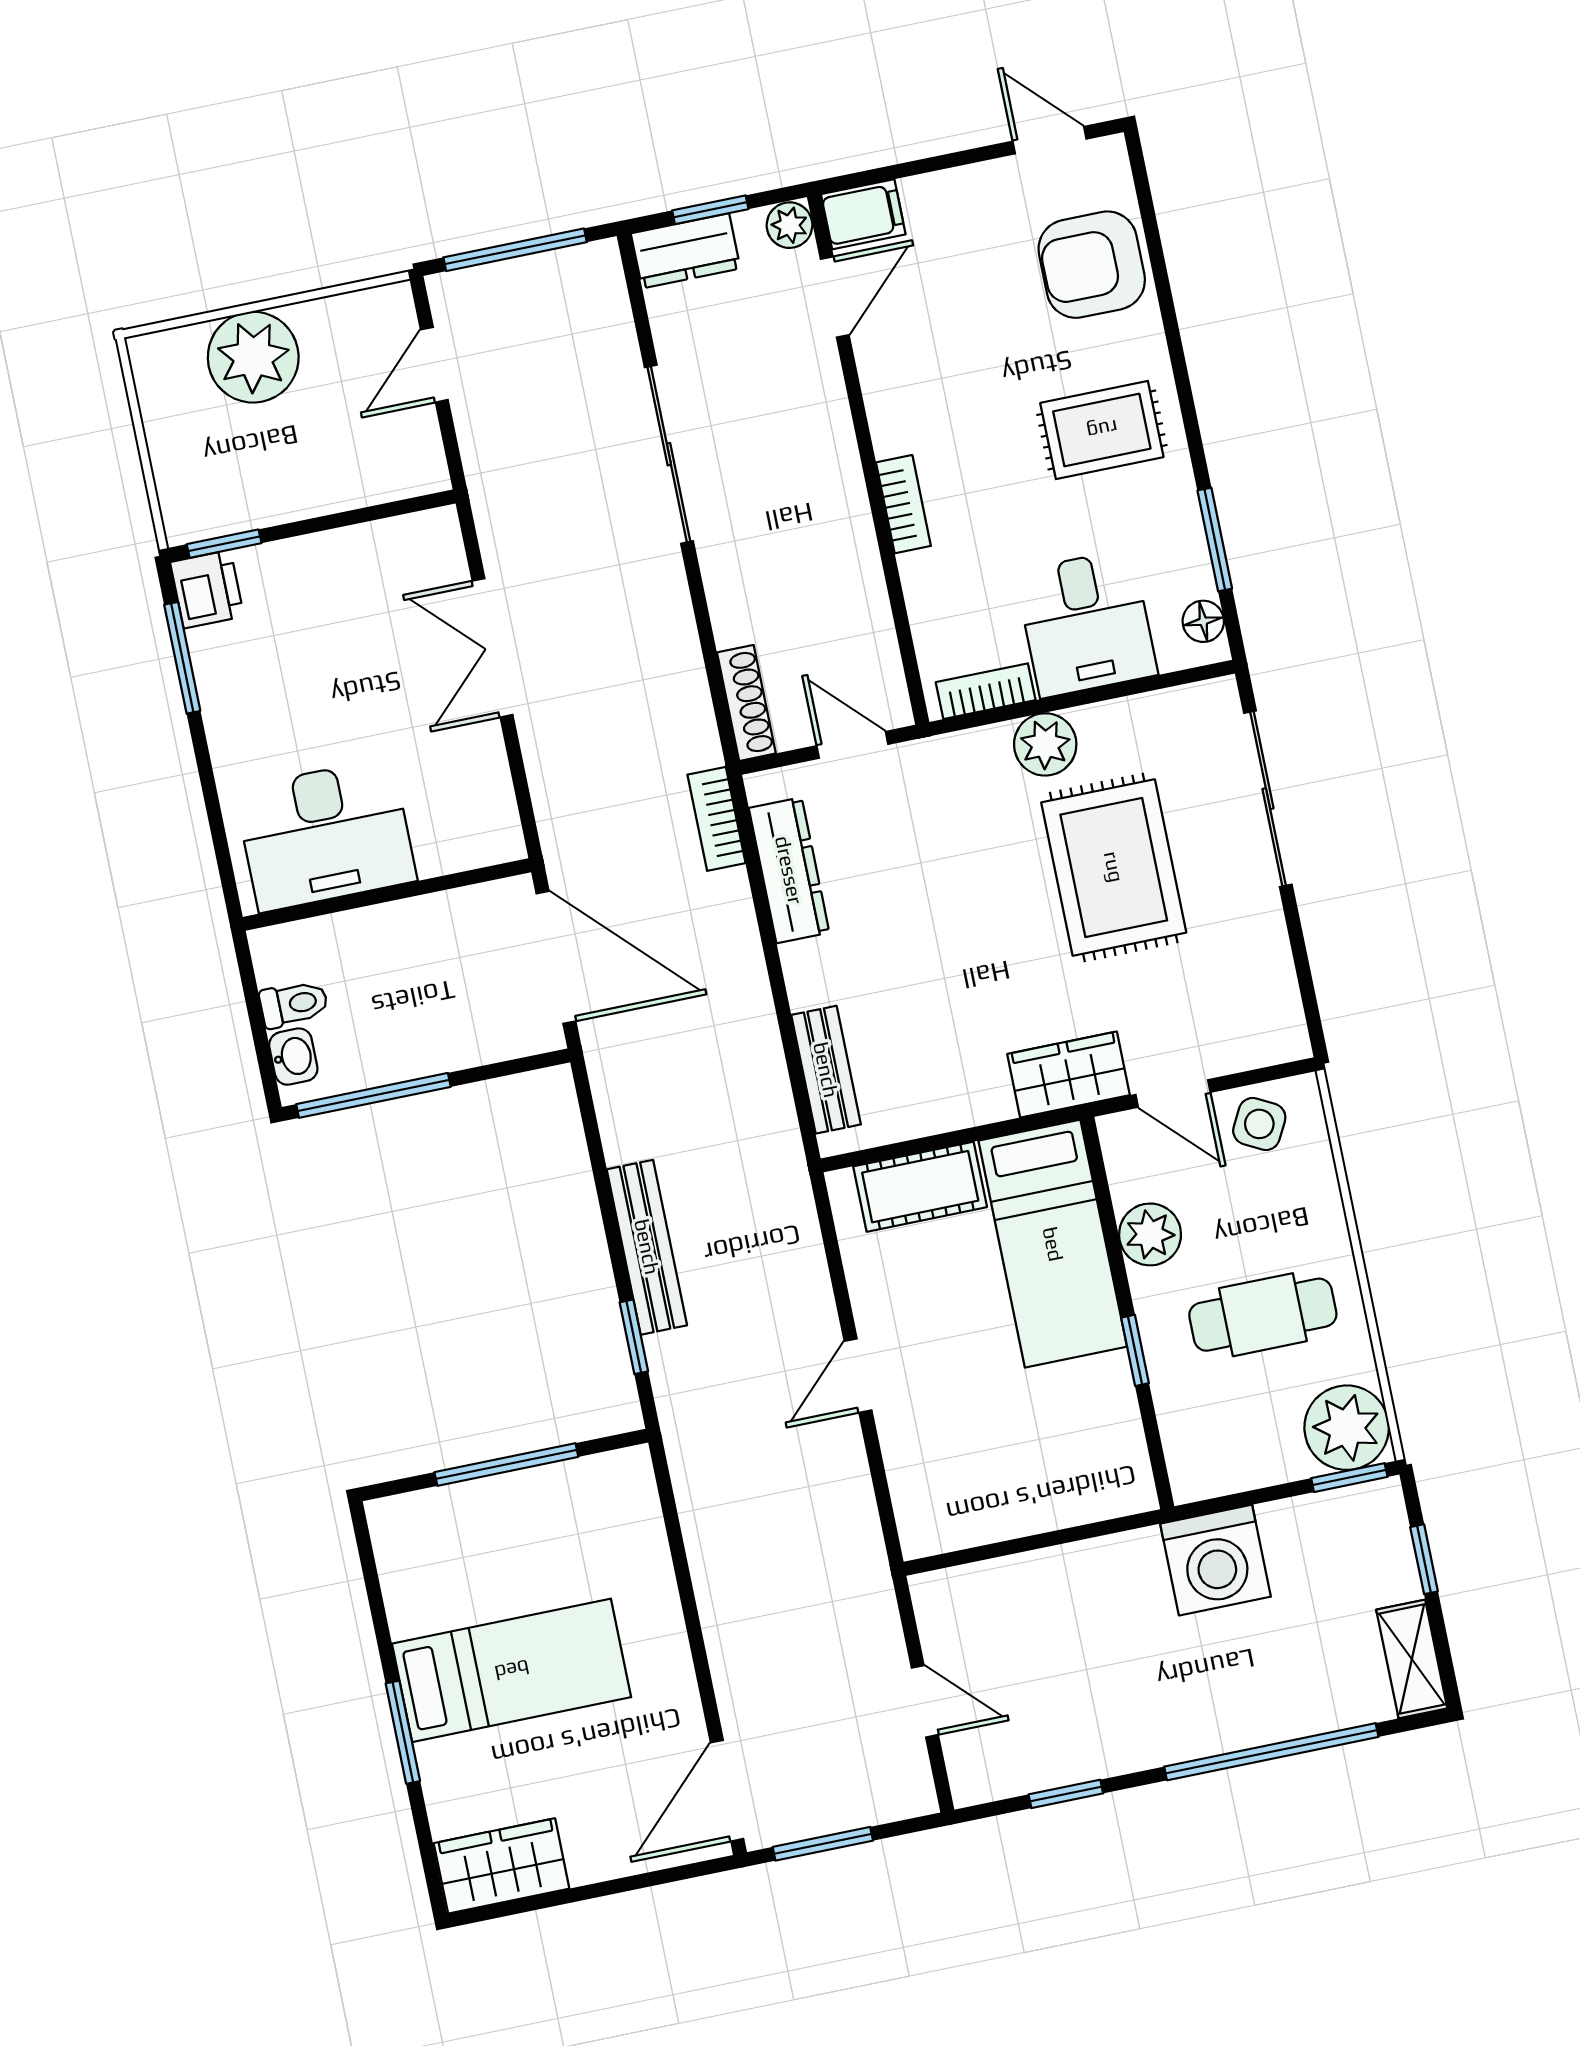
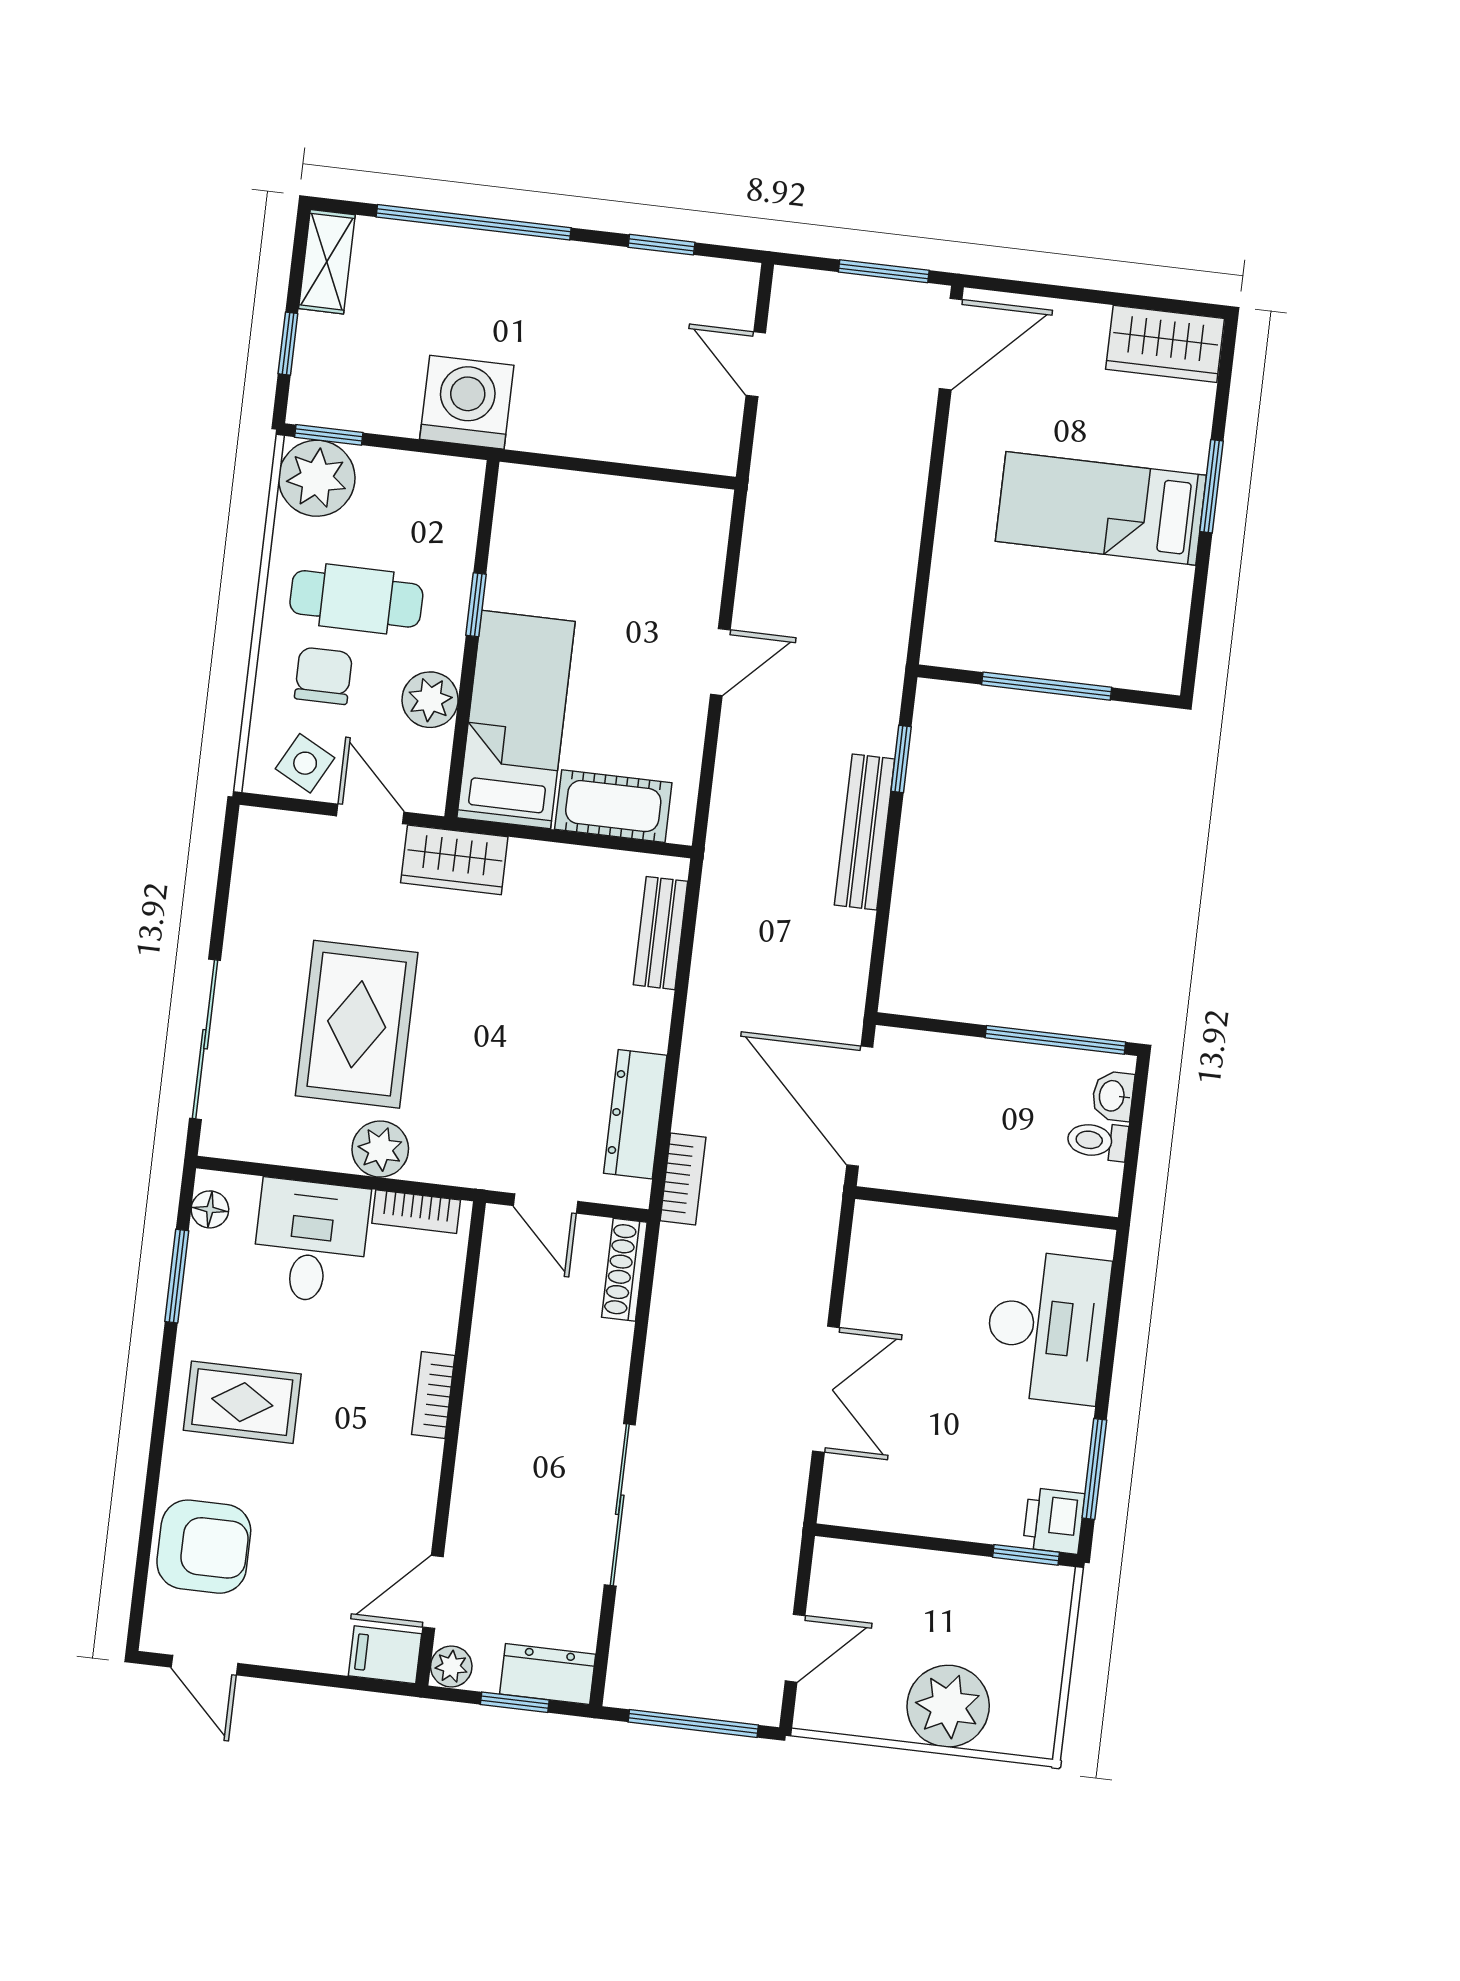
desk: (326, 835) -> (1047, 1327), moved, turned 90
chair: (1271, 1222) -> (323, 676), added

